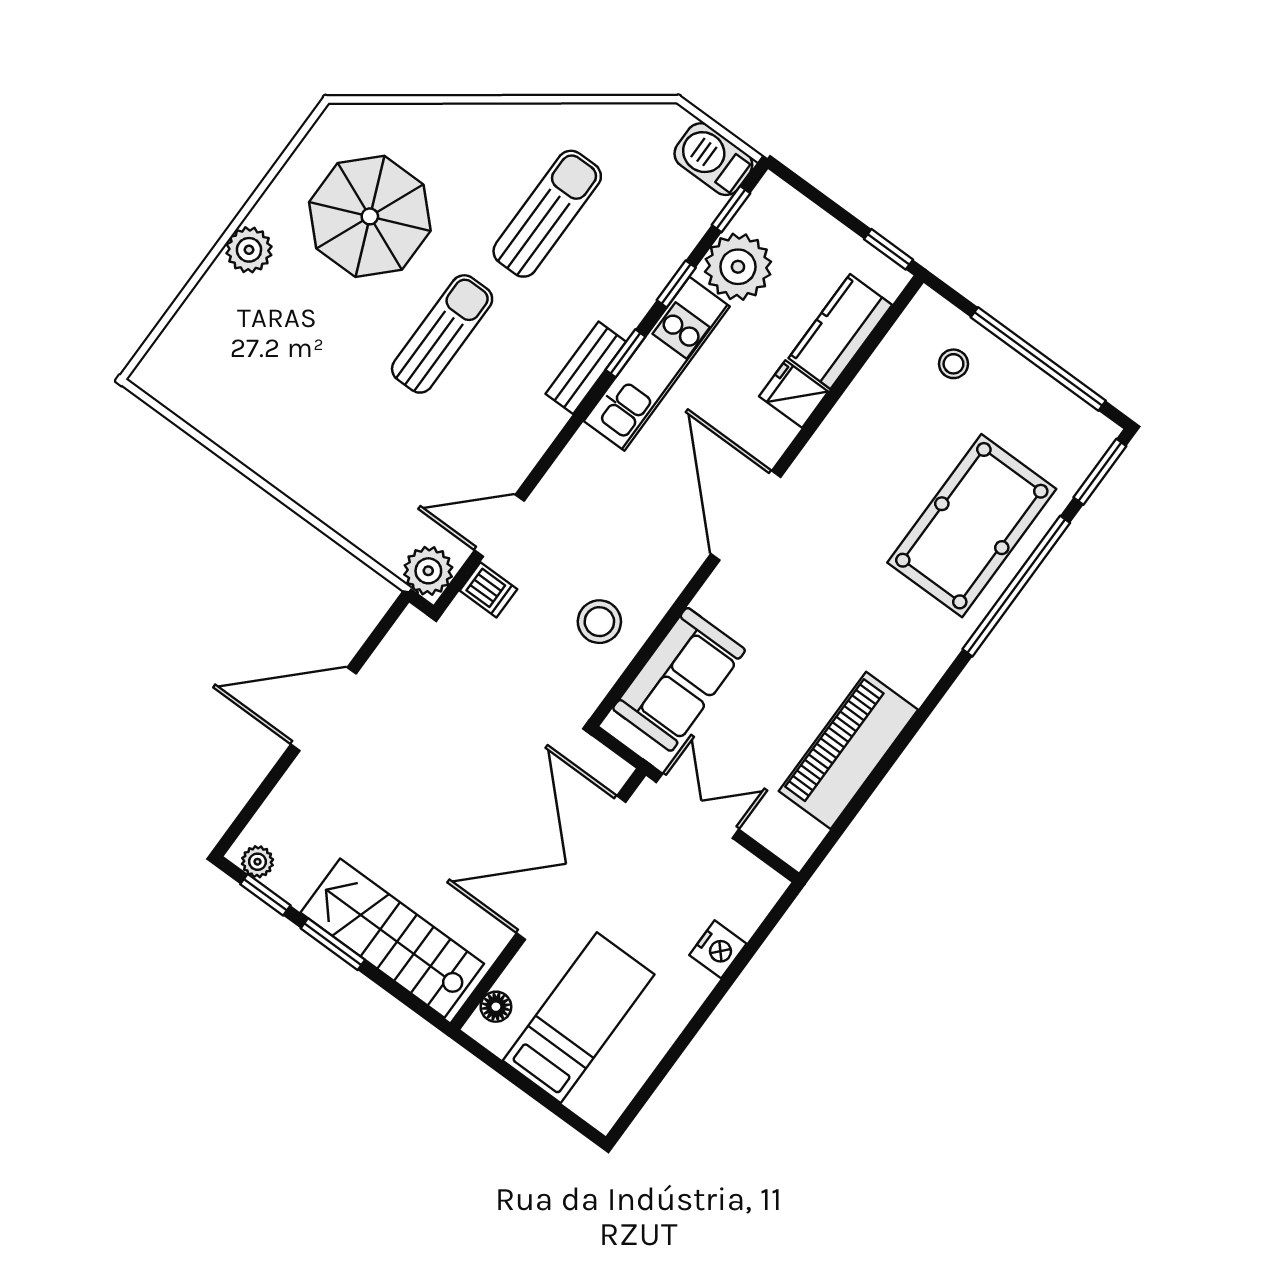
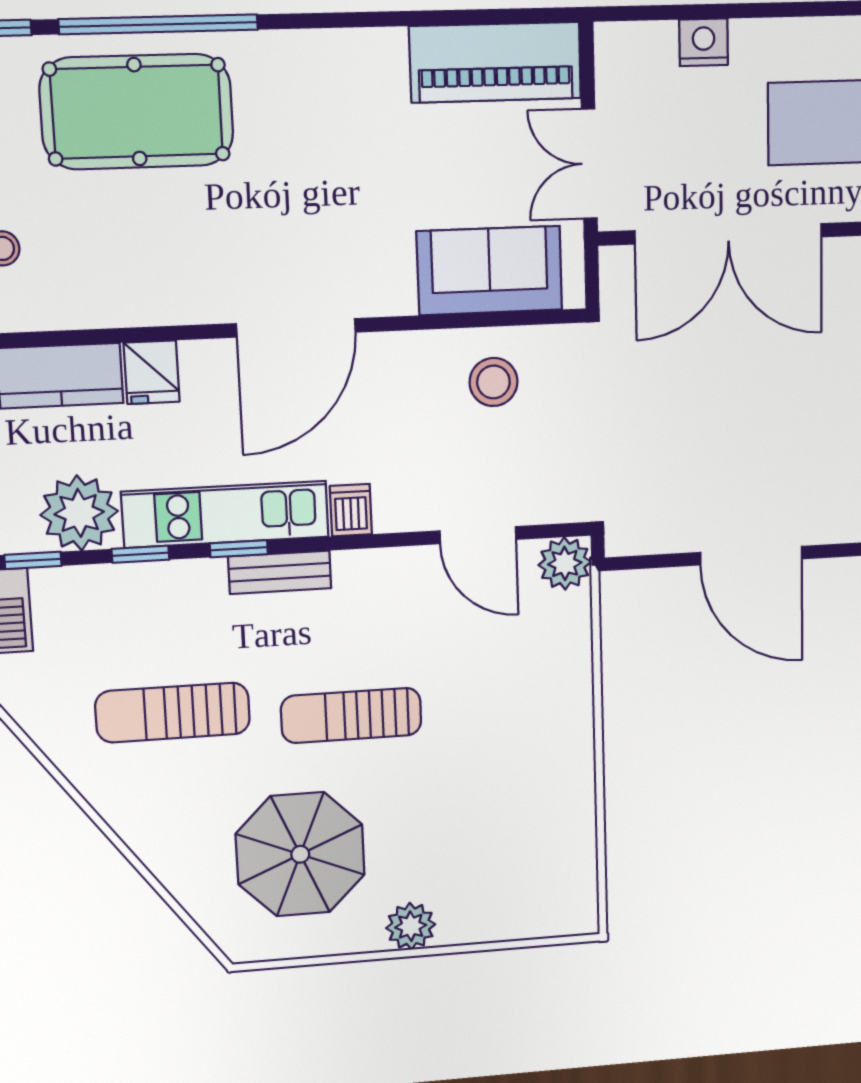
dishwasher: (488, 590) -> (351, 510), moved
piano: (848, 750) -> (495, 62), moved

